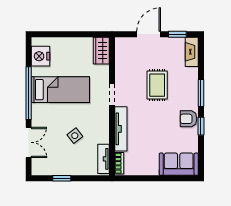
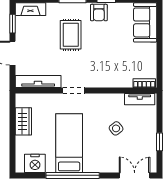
wardrobe: (101, 51) -> (23, 121), moved, turned -90
rug: (157, 85) -> (71, 35), moved, turned 90
tv unit: (121, 129) -> (38, 81), moved
double door: (29, 142) -> (135, 175), moved

